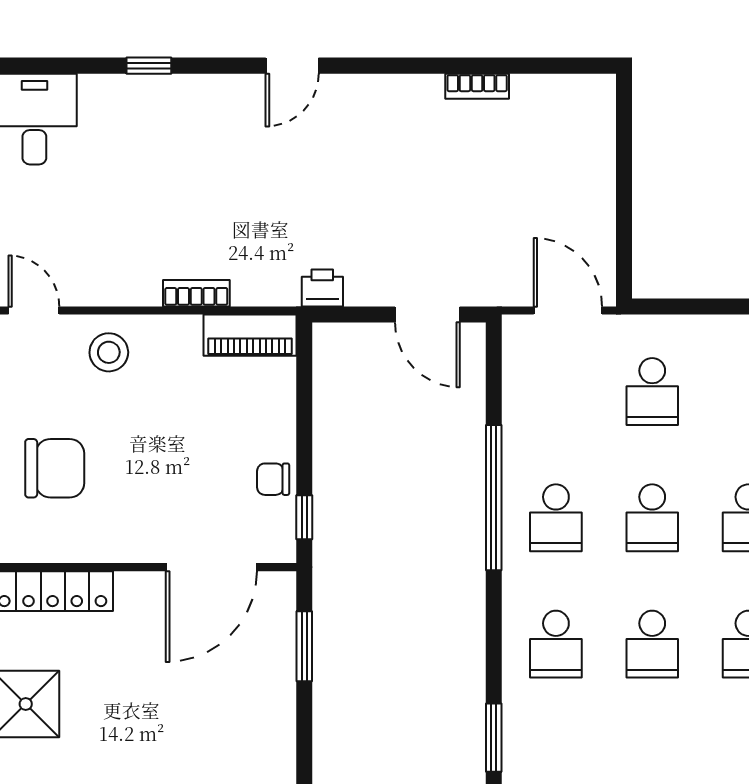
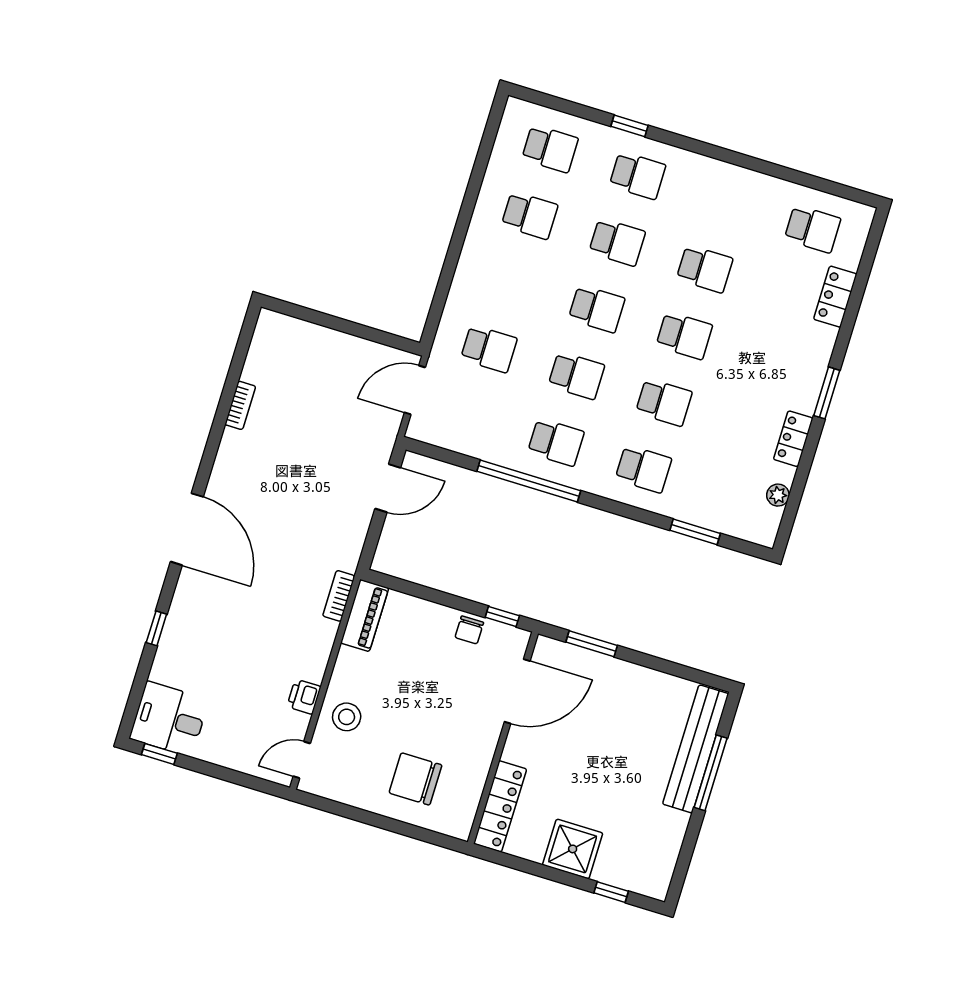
door: (292, 66) -> (187, 529), width x1.88
printer: (322, 288) -> (304, 697), moved
bookcase: (196, 293) -> (339, 596), moved
chair: (55, 468) -> (415, 779), turned -90
door: (211, 567) -> (517, 691), hinge flipped

